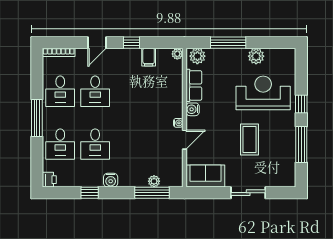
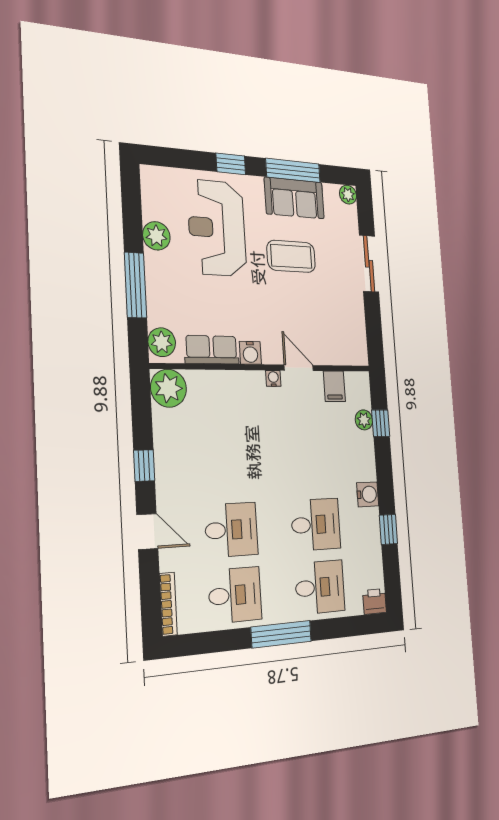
plant: (177, 54) -> (169, 388), width x1.88, depth x1.88
filing cabinet: (149, 57) -> (334, 386), moved, turned 90
sofa: (206, 176) -> (294, 198), moved, turned -90
plant: (290, 181) -> (348, 195), added
window: (152, 193) -> (381, 423), width x0.46

